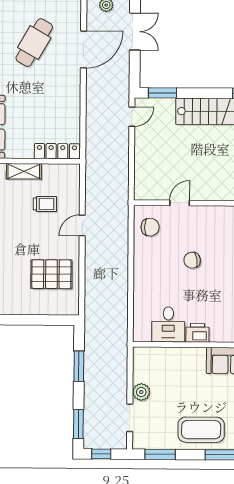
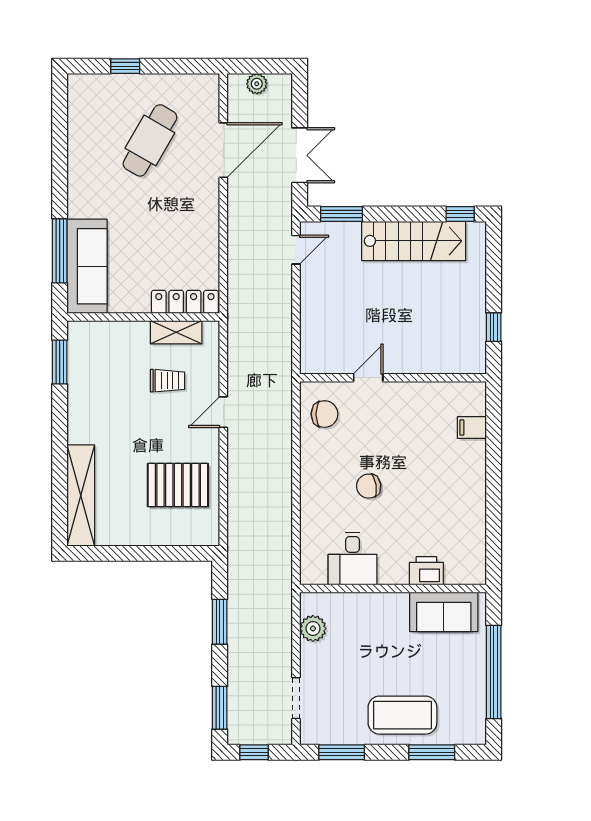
double door: (135, 32) -> (300, 155), moved
shelving: (24, 171) -> (176, 332), moved
chair: (192, 260) -> (369, 486), moved
printer: (197, 333) -> (426, 571), moved
plant: (141, 392) -> (313, 628), moved

